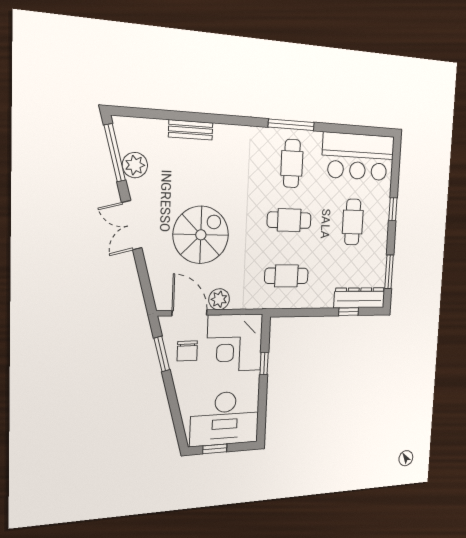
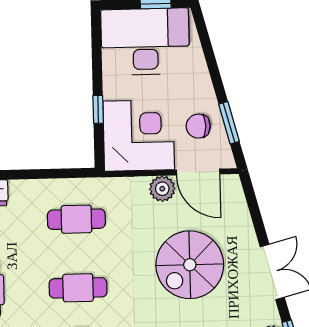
chair: (187, 351) -> (198, 126), turned -90

